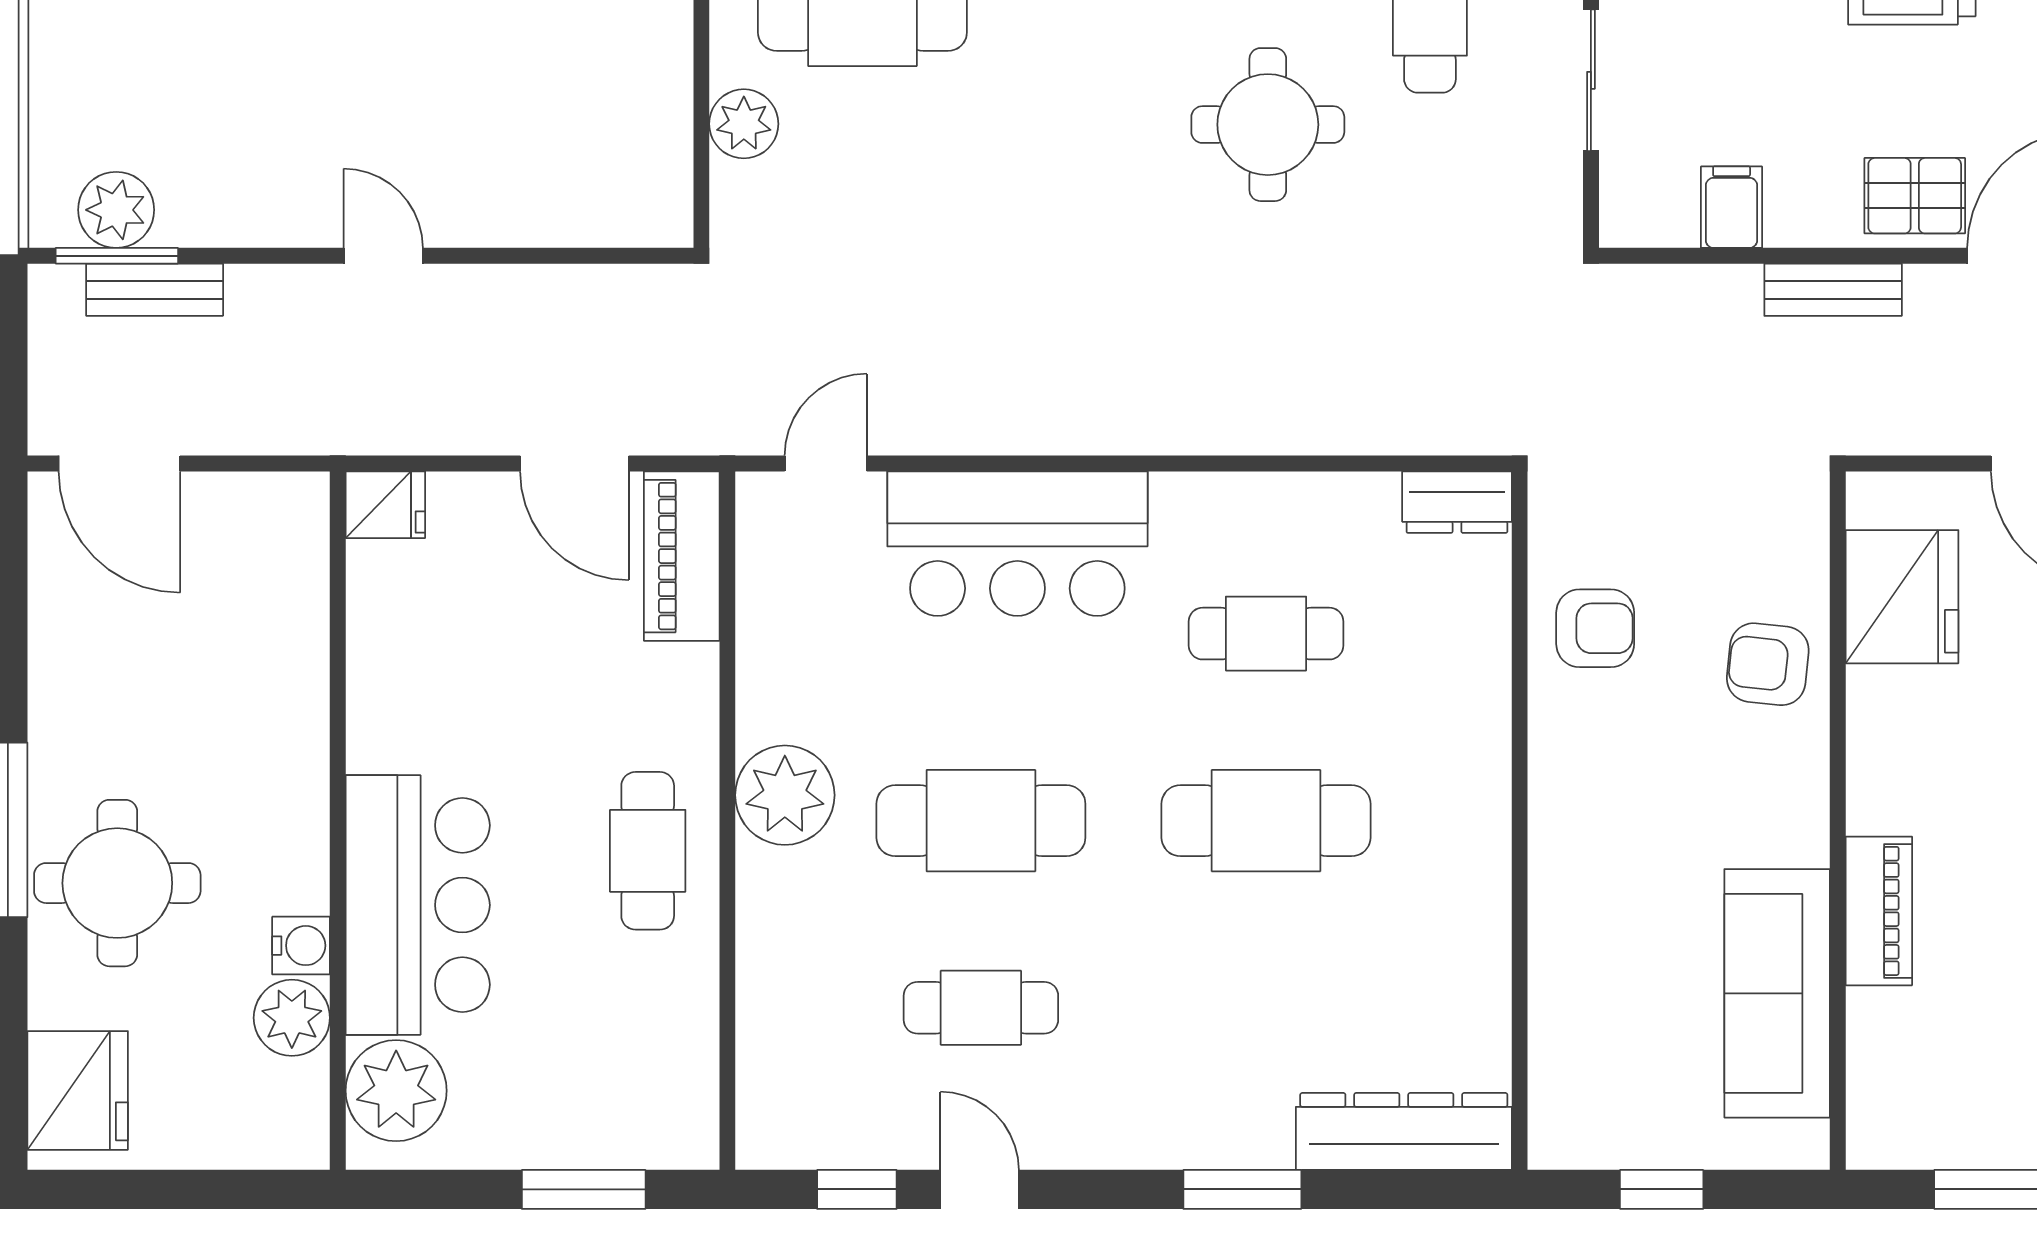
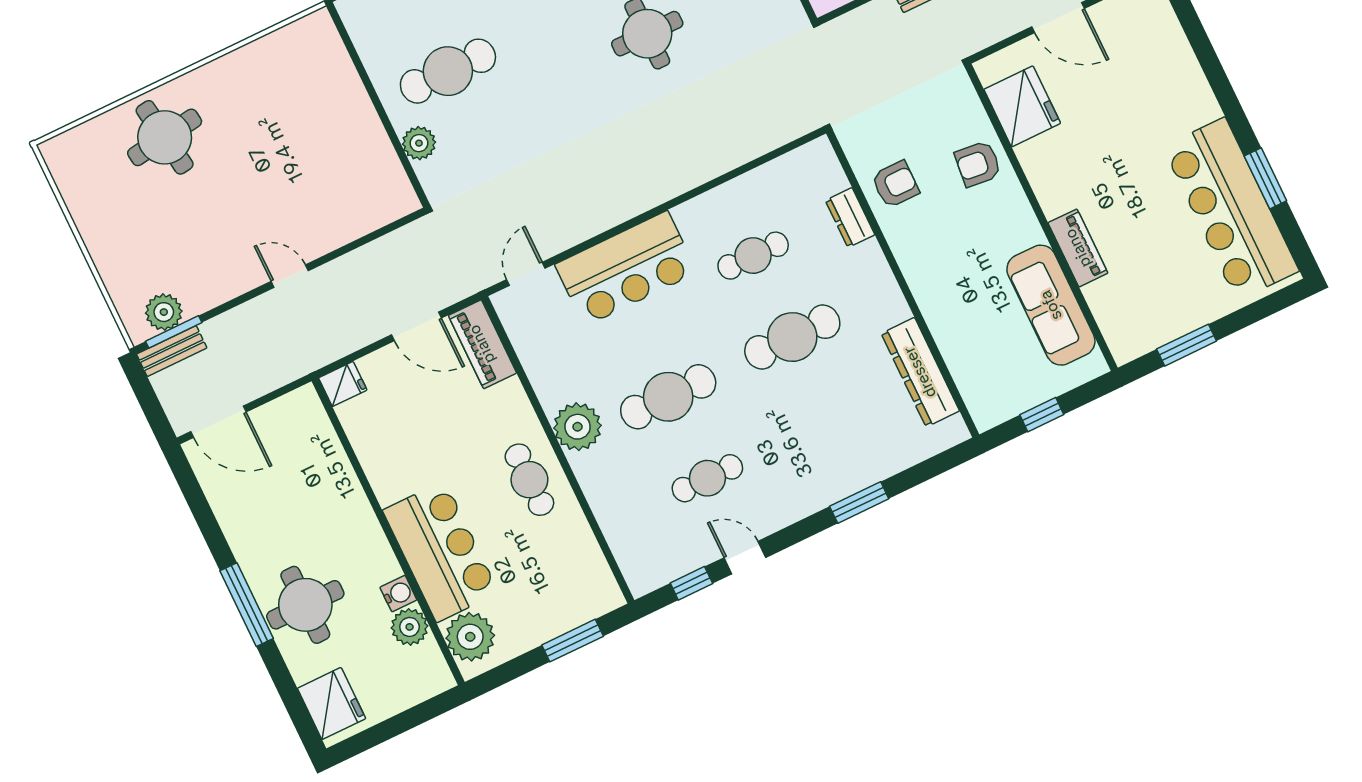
bench: (155, 290) -> (172, 351), moved
dresser: (1457, 502) -> (850, 218), moved, turned 90
dresser: (1404, 1131) -> (920, 372), moved, turned -90

